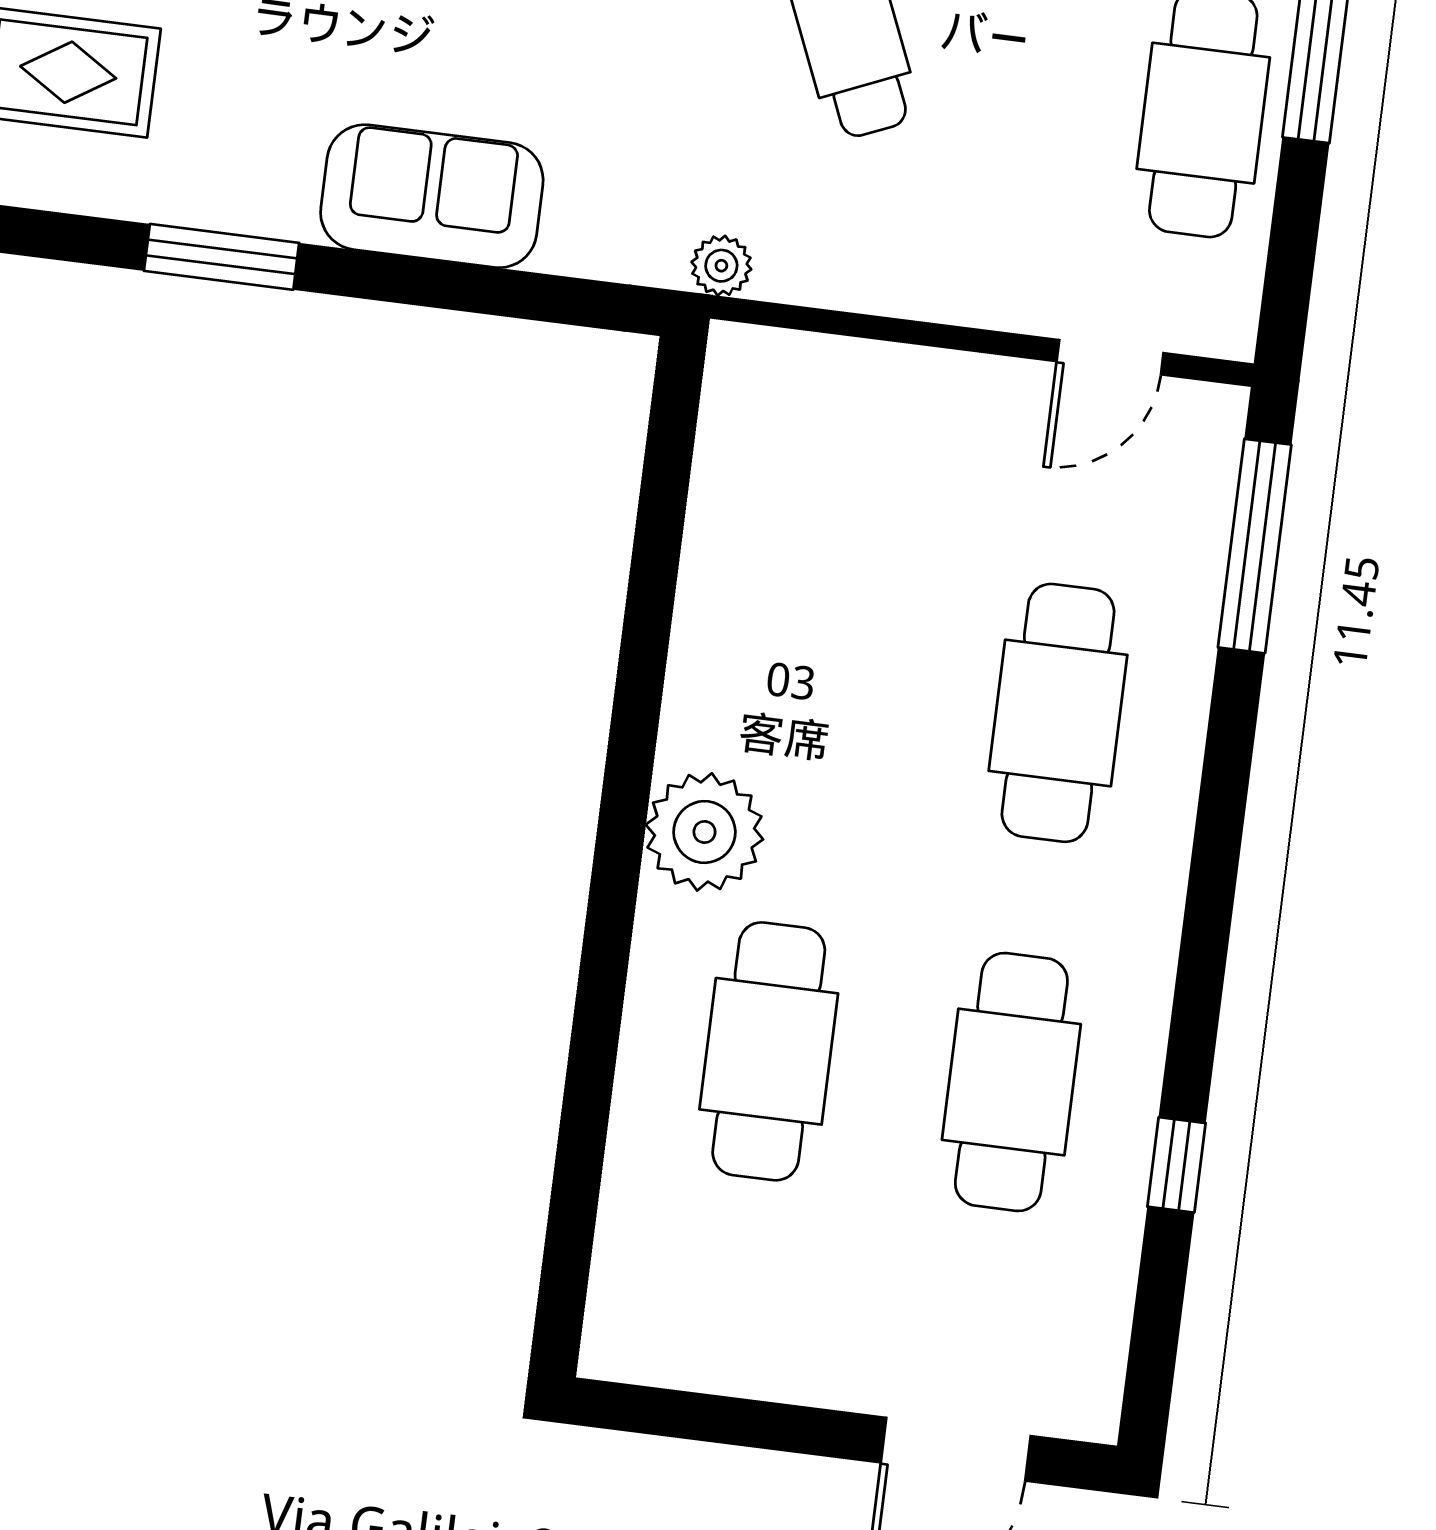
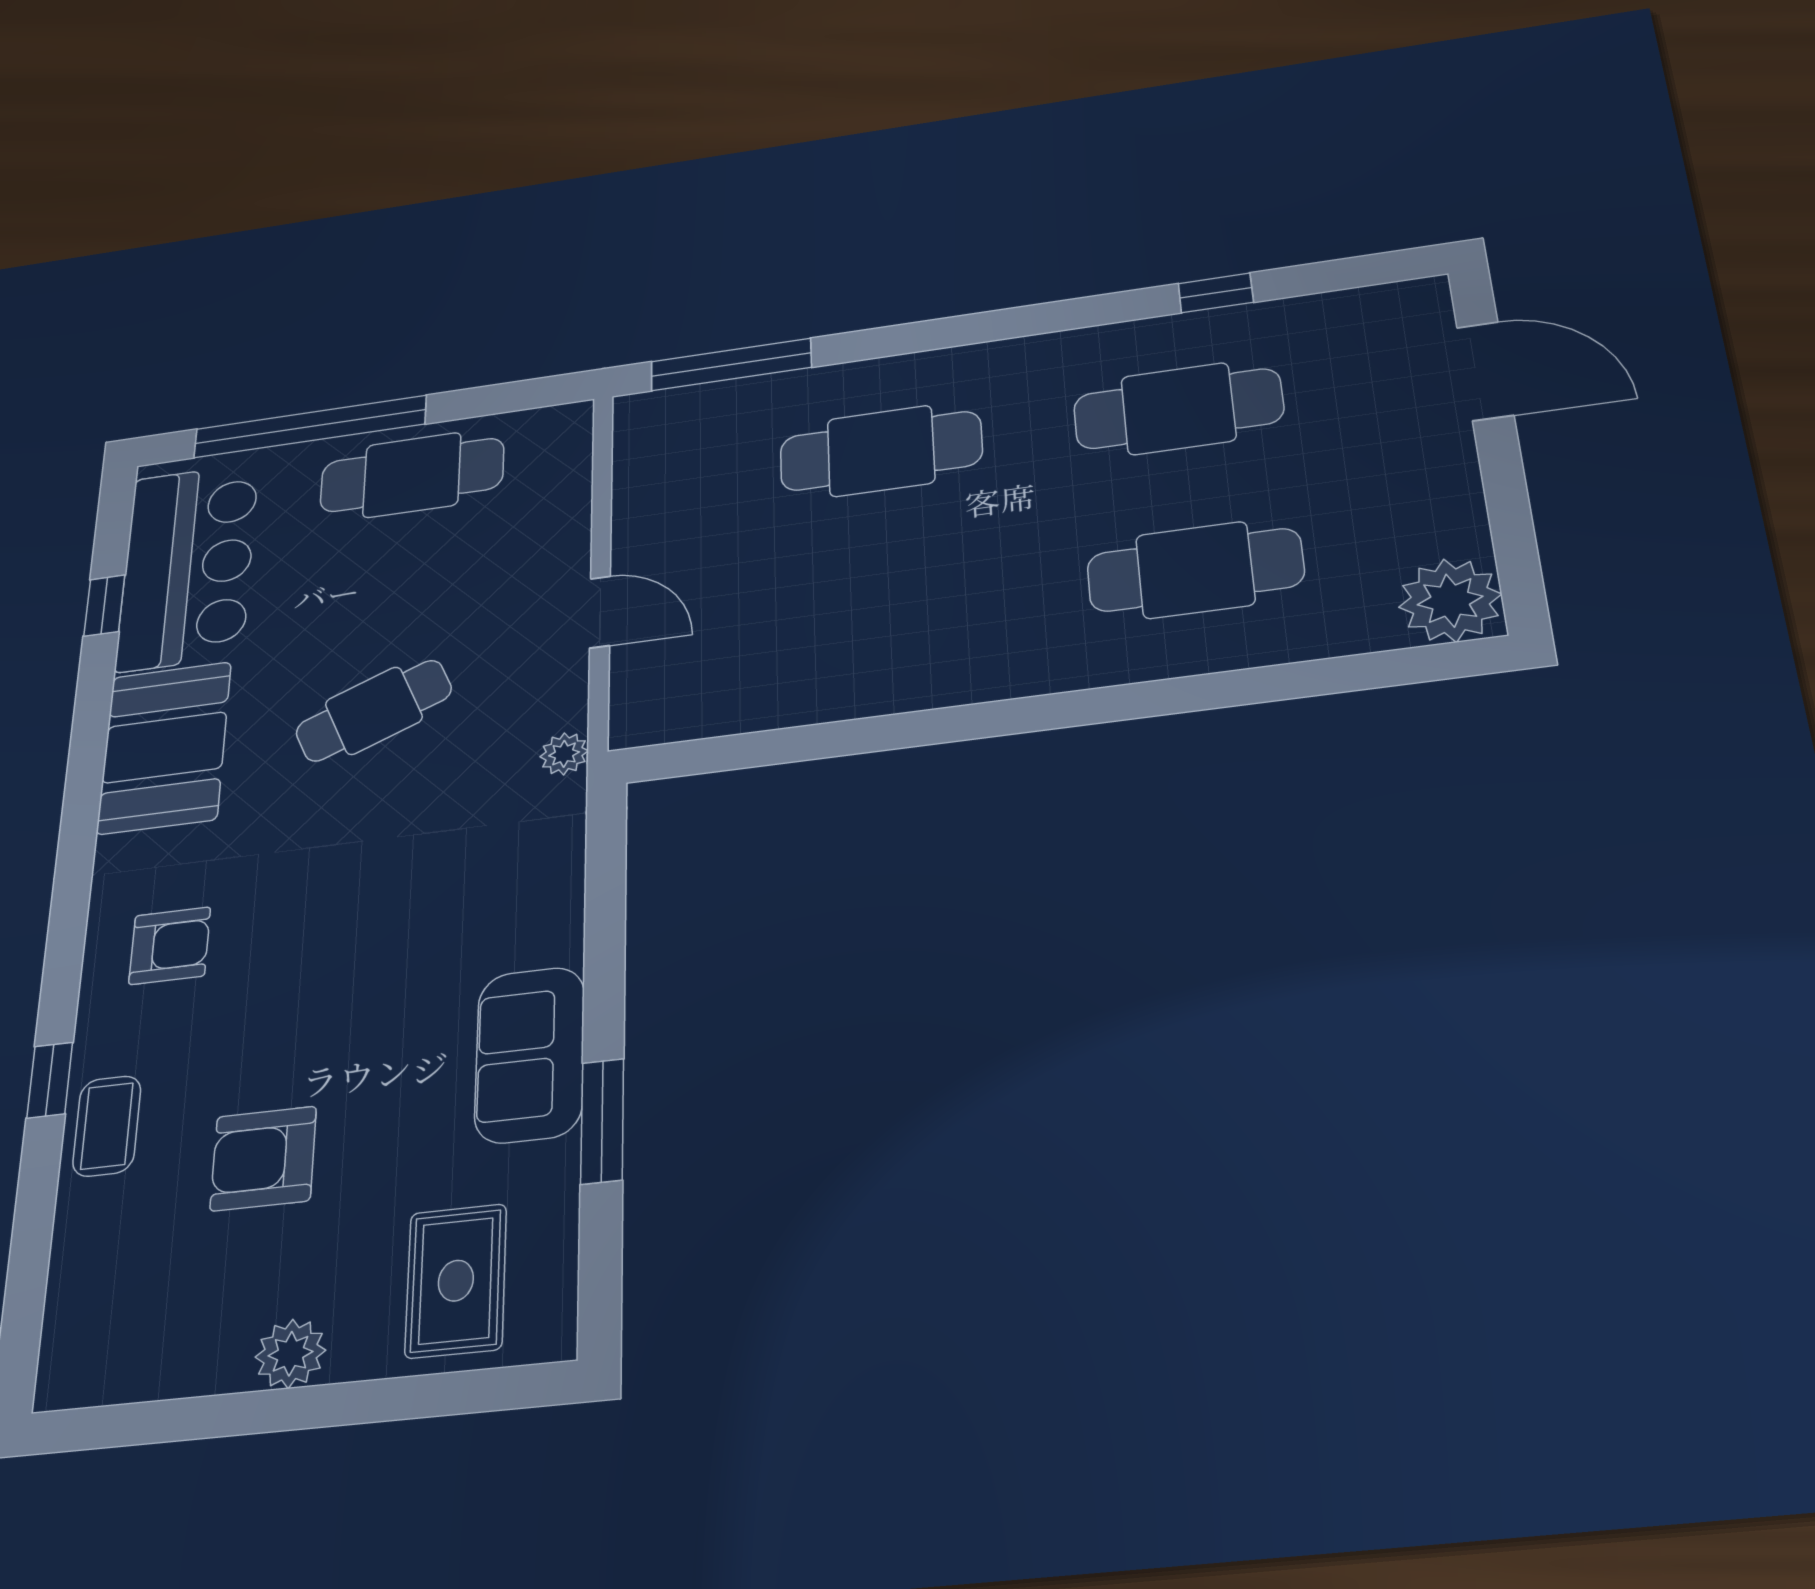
sofa: (432, 196) -> (530, 1055), moved
door: (1110, 357) -> (600, 612), moved
plant: (704, 832) -> (1450, 601), moved

